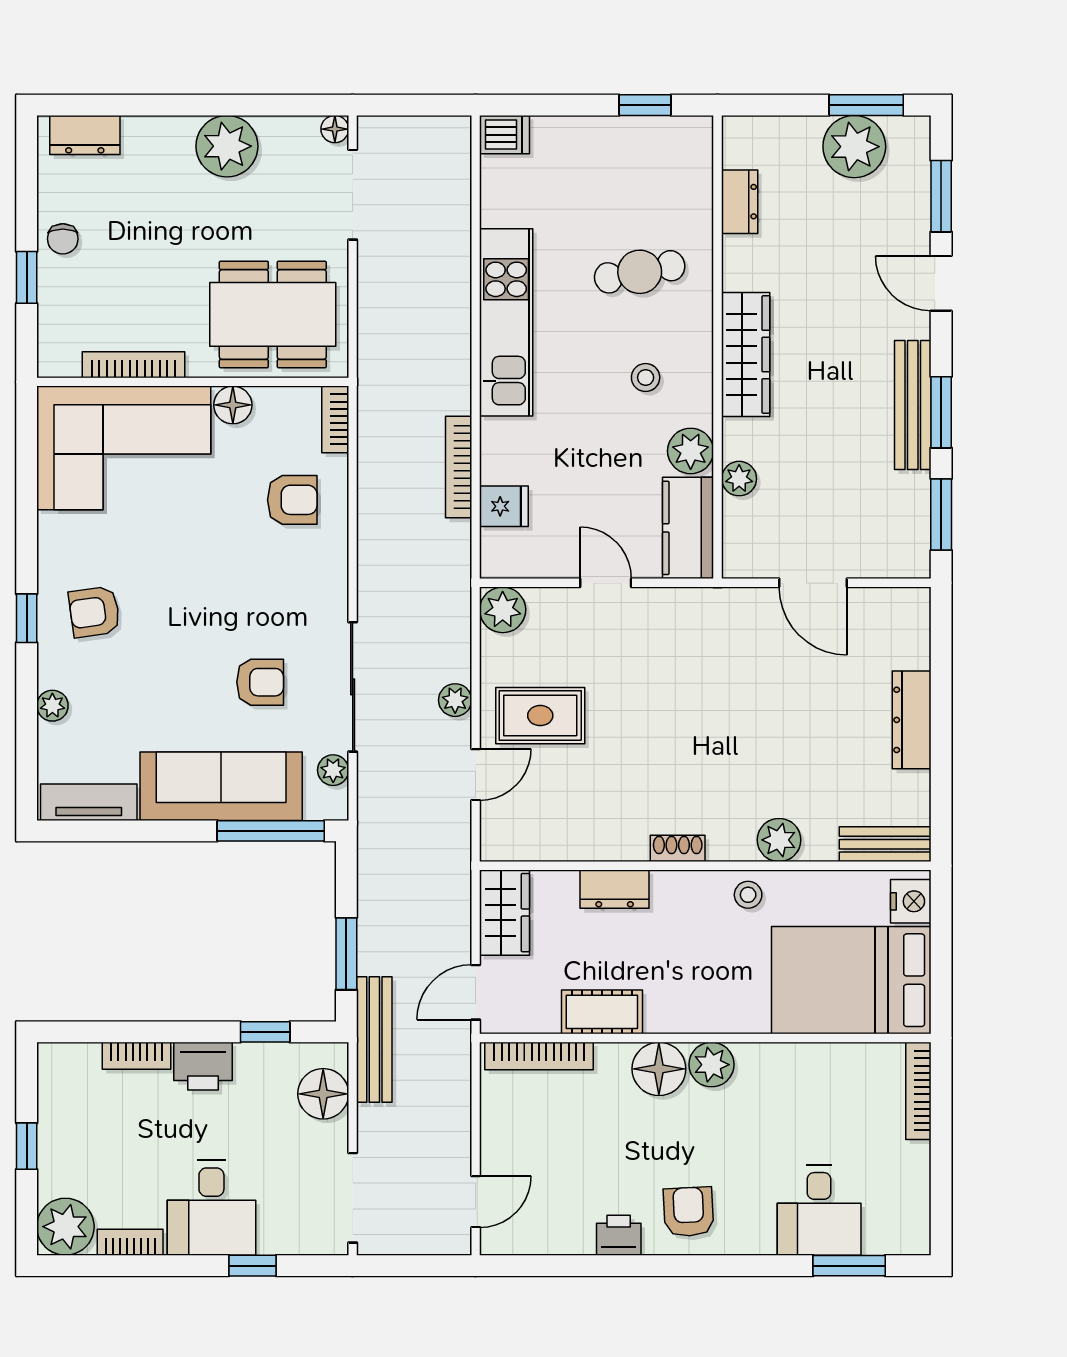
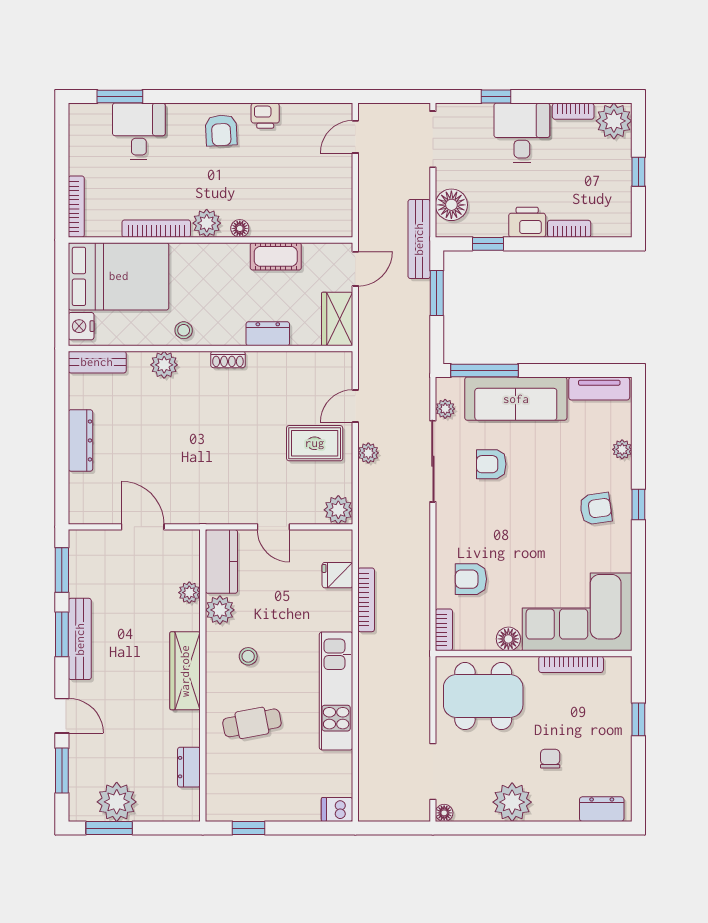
chair: (63, 239) -> (550, 759), moved
bookcase: (539, 1056) -> (156, 229), moved
floor lamp: (659, 1069) -> (240, 228), width x0.53, depth x0.53

